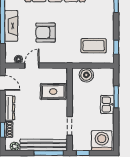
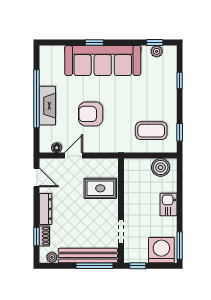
boiler: (86, 75) -> (161, 167), moved
window: (116, 97) -> (180, 246), moved

